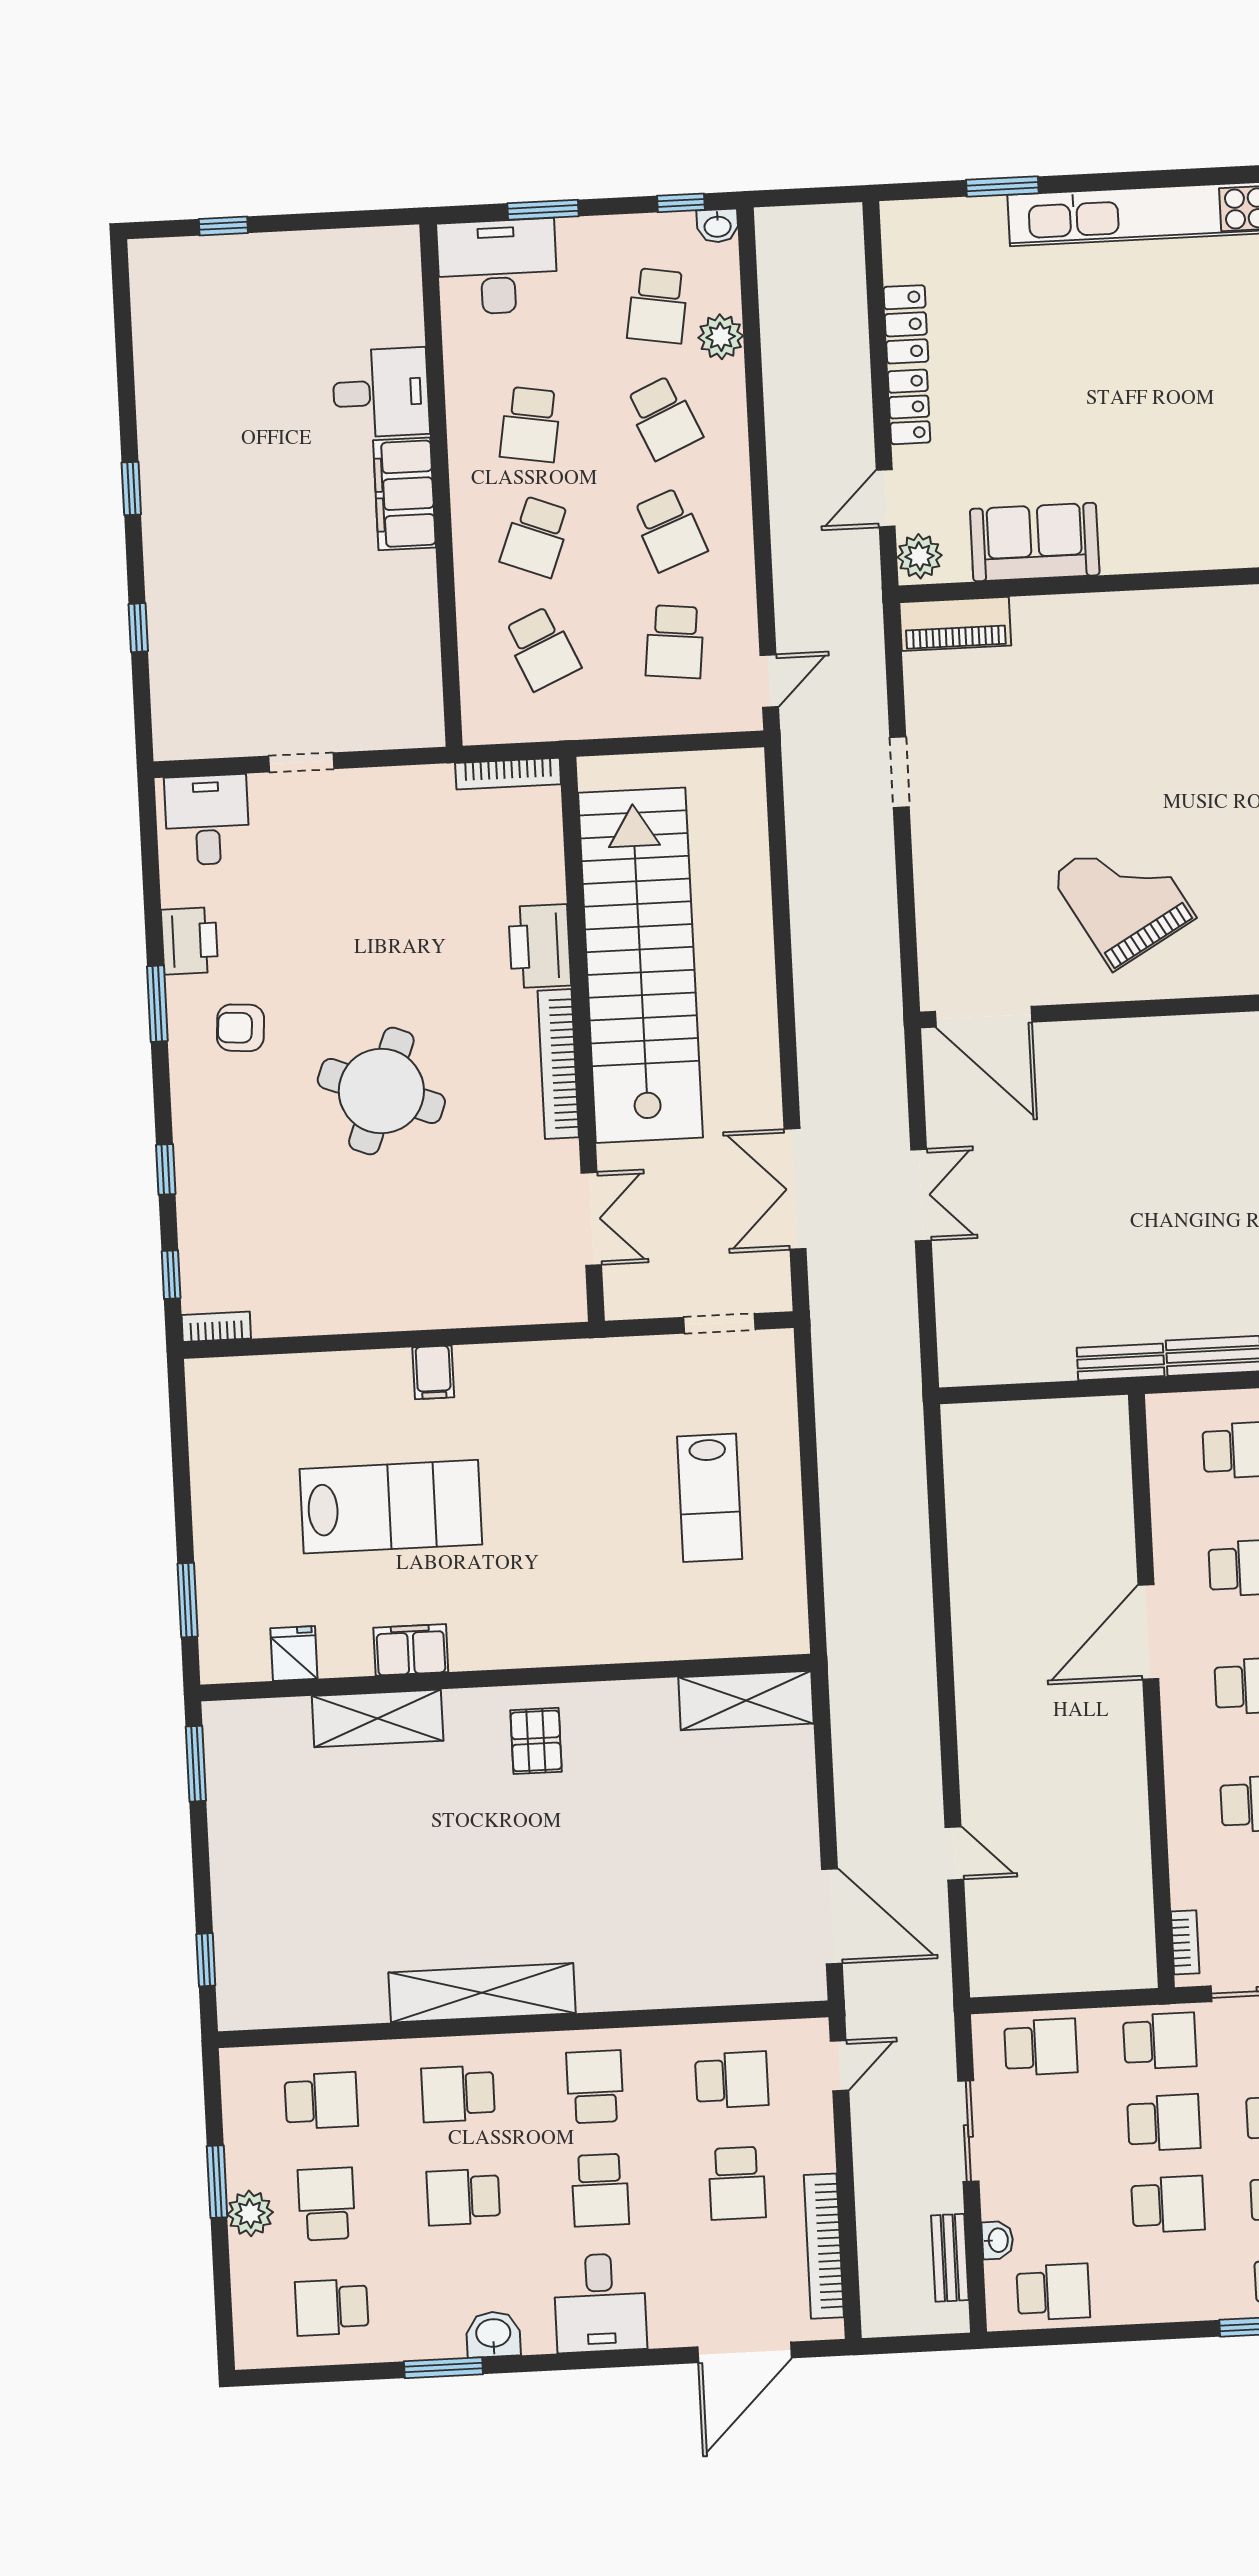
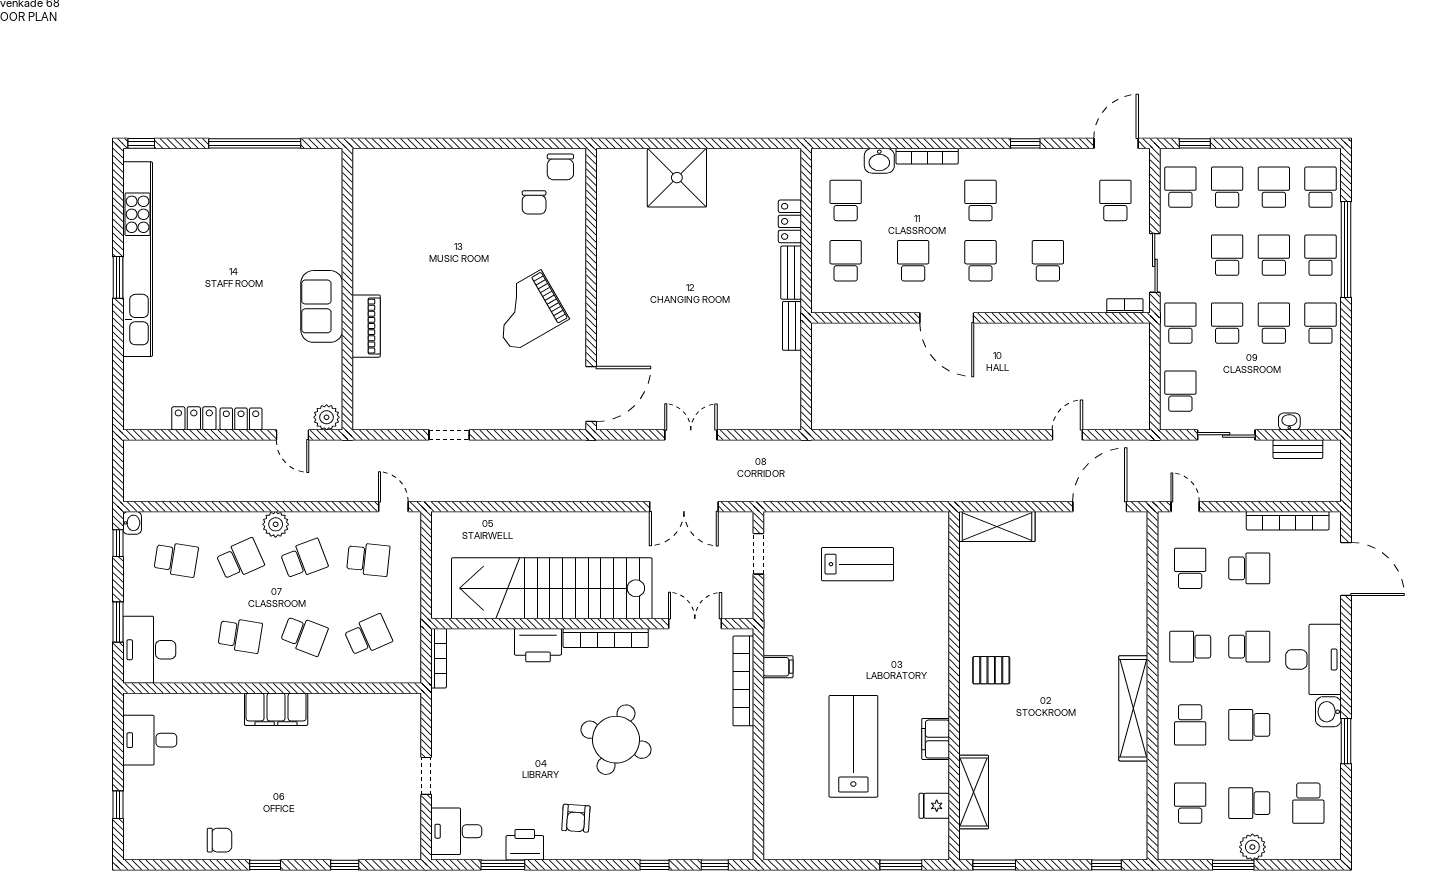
window: (1002, 187) -> (118, 277), moved
plant: (721, 337) -> (276, 524), moved
desk: (381, 393) -> (150, 740), moved, turned -90
chair: (171, 407) -> (219, 840), added
sofa: (1035, 542) -> (322, 306), moved
piano: (955, 624) -> (366, 326), moved
window: (157, 1004) -> (503, 865), moved
bookcase: (216, 1327) -> (743, 681), moved, width x2.31, depth x1.31
filing cabinet: (433, 1372) -> (778, 667), moved
shelving: (746, 1700) -> (997, 527), moved, turned 90
shelving: (378, 1718) -> (974, 792), moved
school desk: (463, 2197) -> (1249, 725), turned 90
school desk: (1053, 2292) -> (1320, 323), moved
desk: (600, 2303) -> (1314, 659), width x1.37

